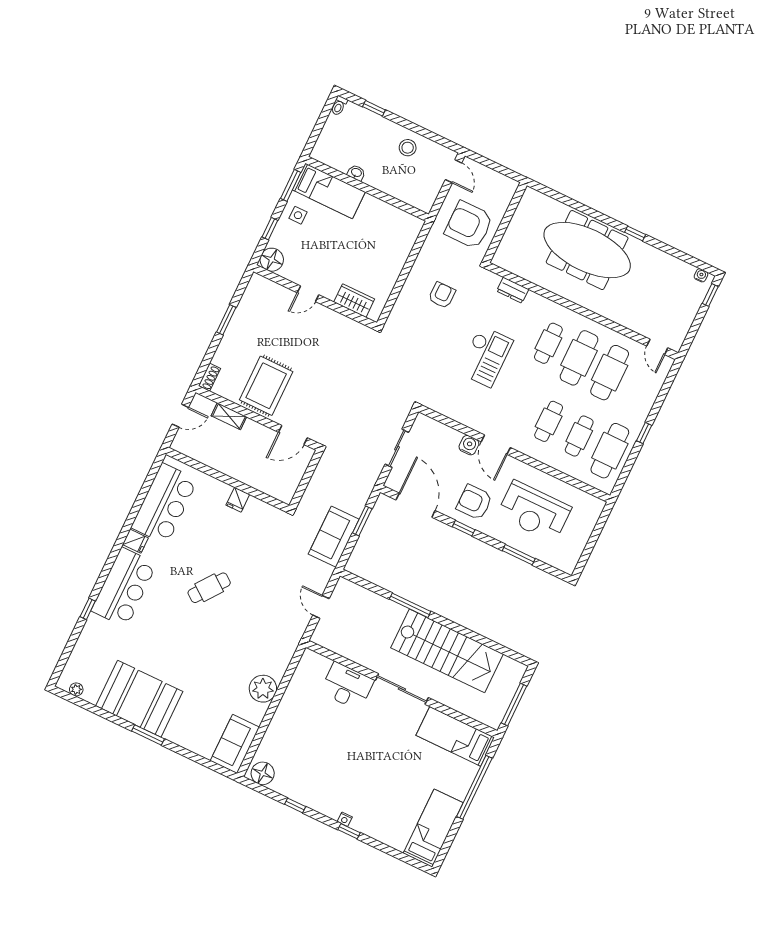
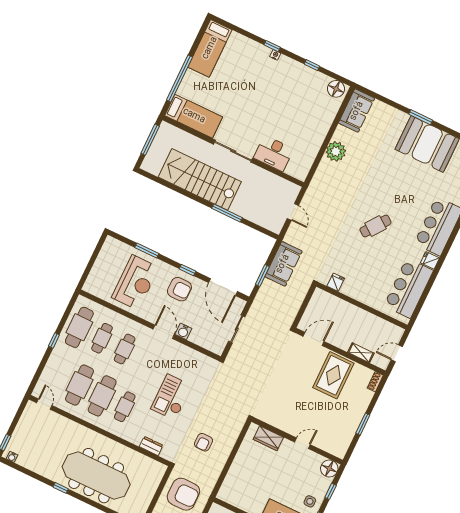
fridge: (238, 500) -> (336, 282), moved
reception desk: (534, 511) -> (135, 282), turned 90

